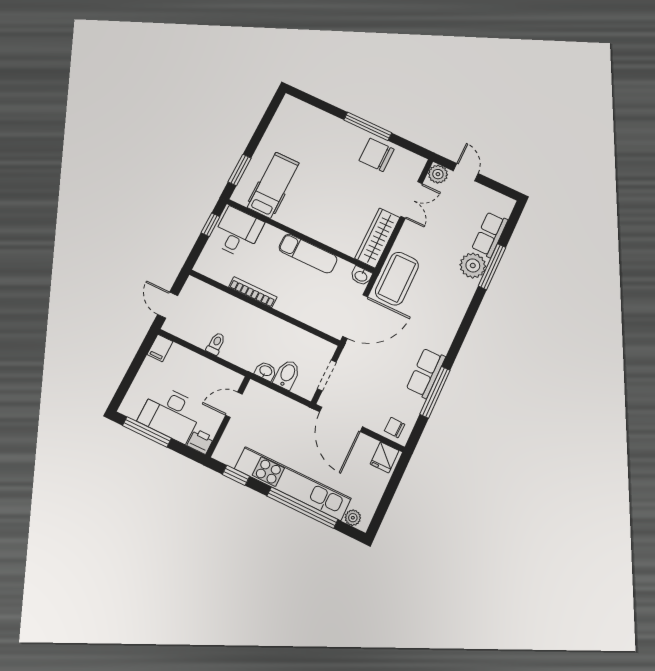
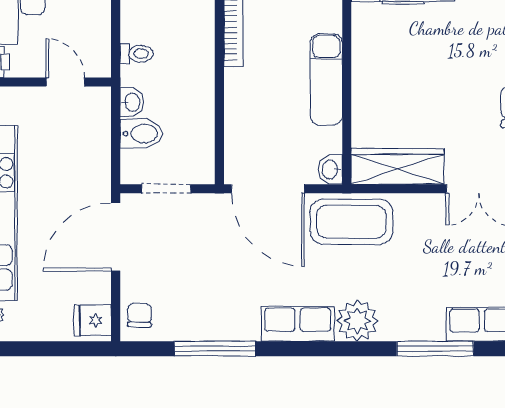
plant: (473, 266) -> (357, 321), moved
toilet: (216, 344) -> (137, 54), moved
row of seats: (426, 373) -> (298, 324), moved

